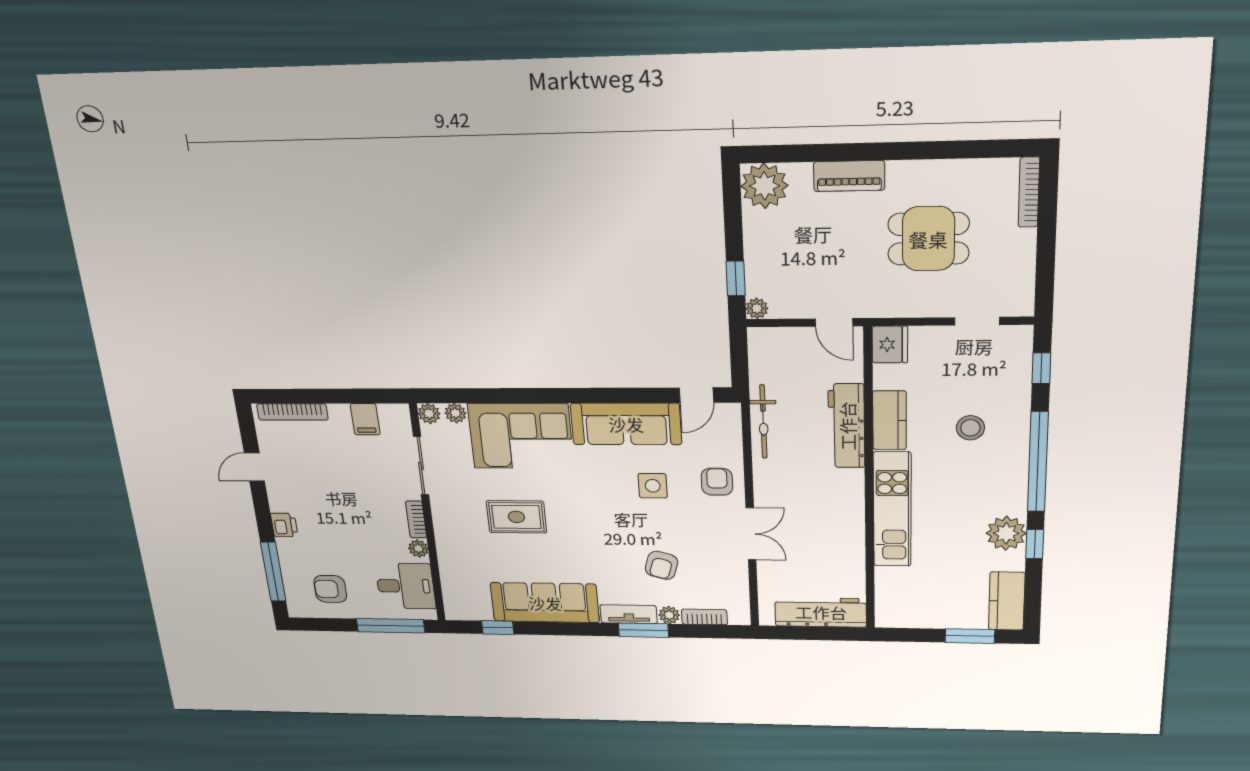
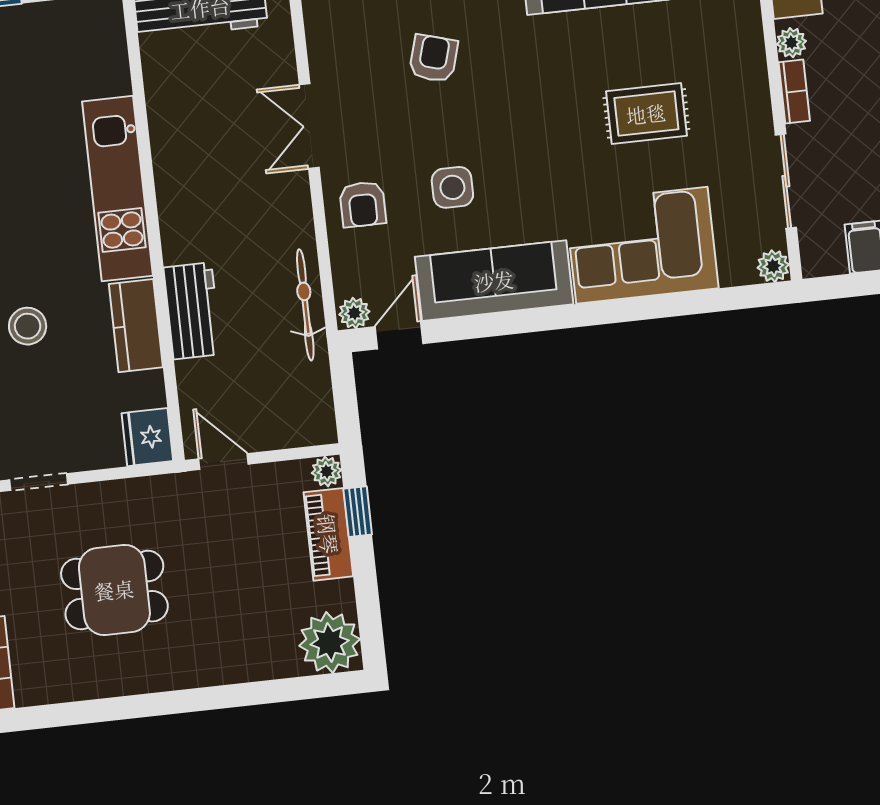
piano: (849, 176) -> (328, 534), moved, turned -90
plant: (455, 413) -> (354, 313), moved
workbench: (847, 426) -> (192, 311), width x0.73

